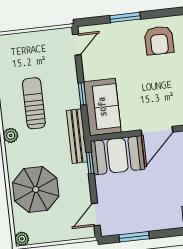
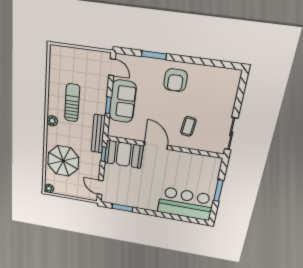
door: (77, 45) -> (112, 67), hinge flipped
sofa: (102, 107) -> (123, 101), moved
door: (157, 131) -> (156, 146), swing flipped
door: (96, 214) -> (100, 187), hinge flipped

